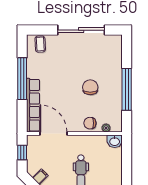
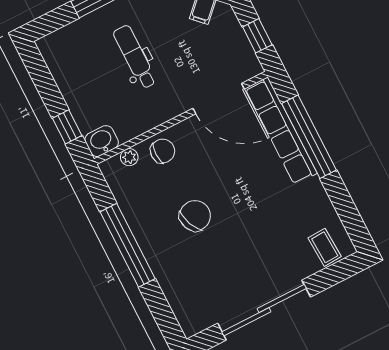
window: (22, 79) -> (309, 137), moved
chair: (90, 87) -> (195, 216), turned -113
window: (127, 155) -> (67, 127), added

